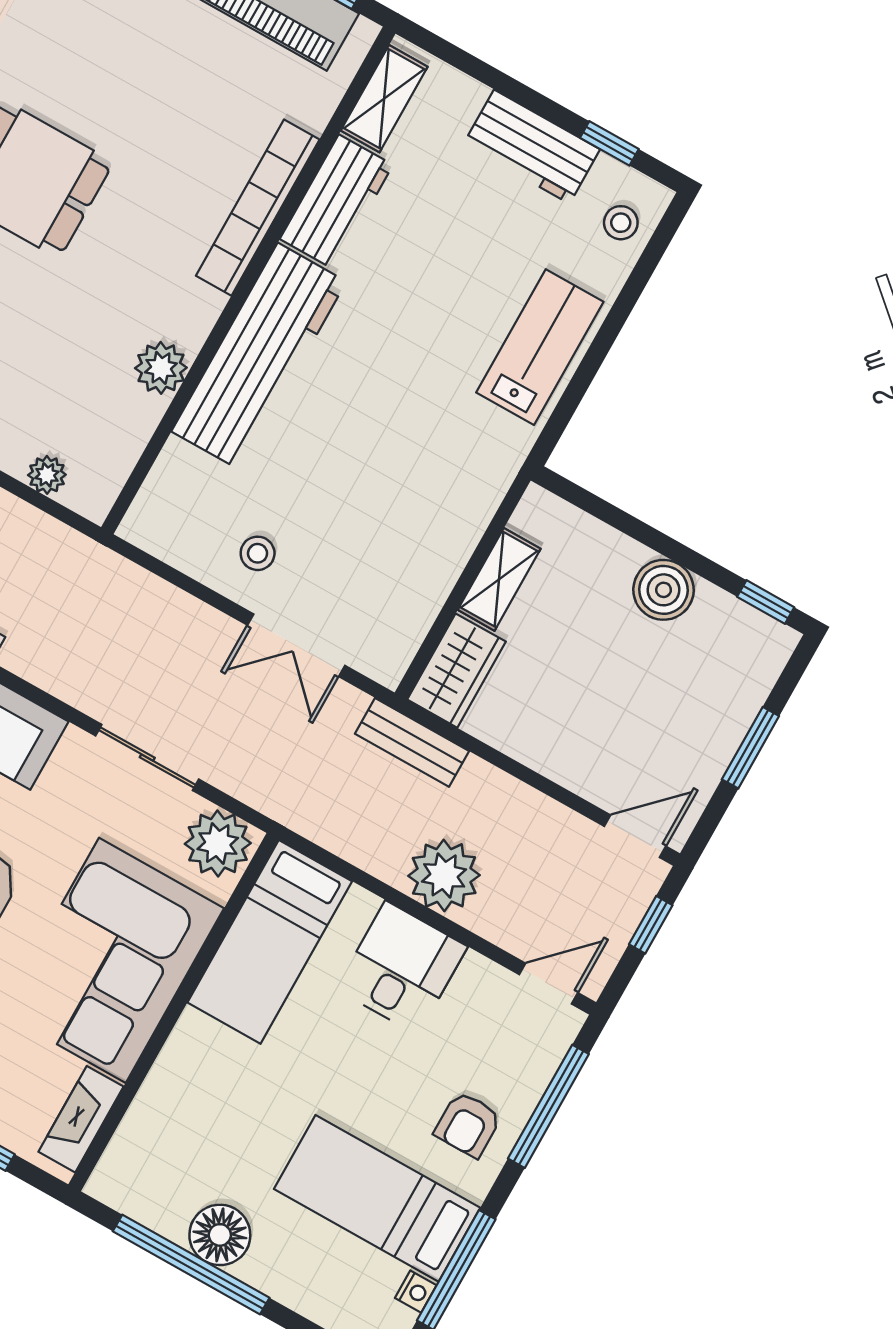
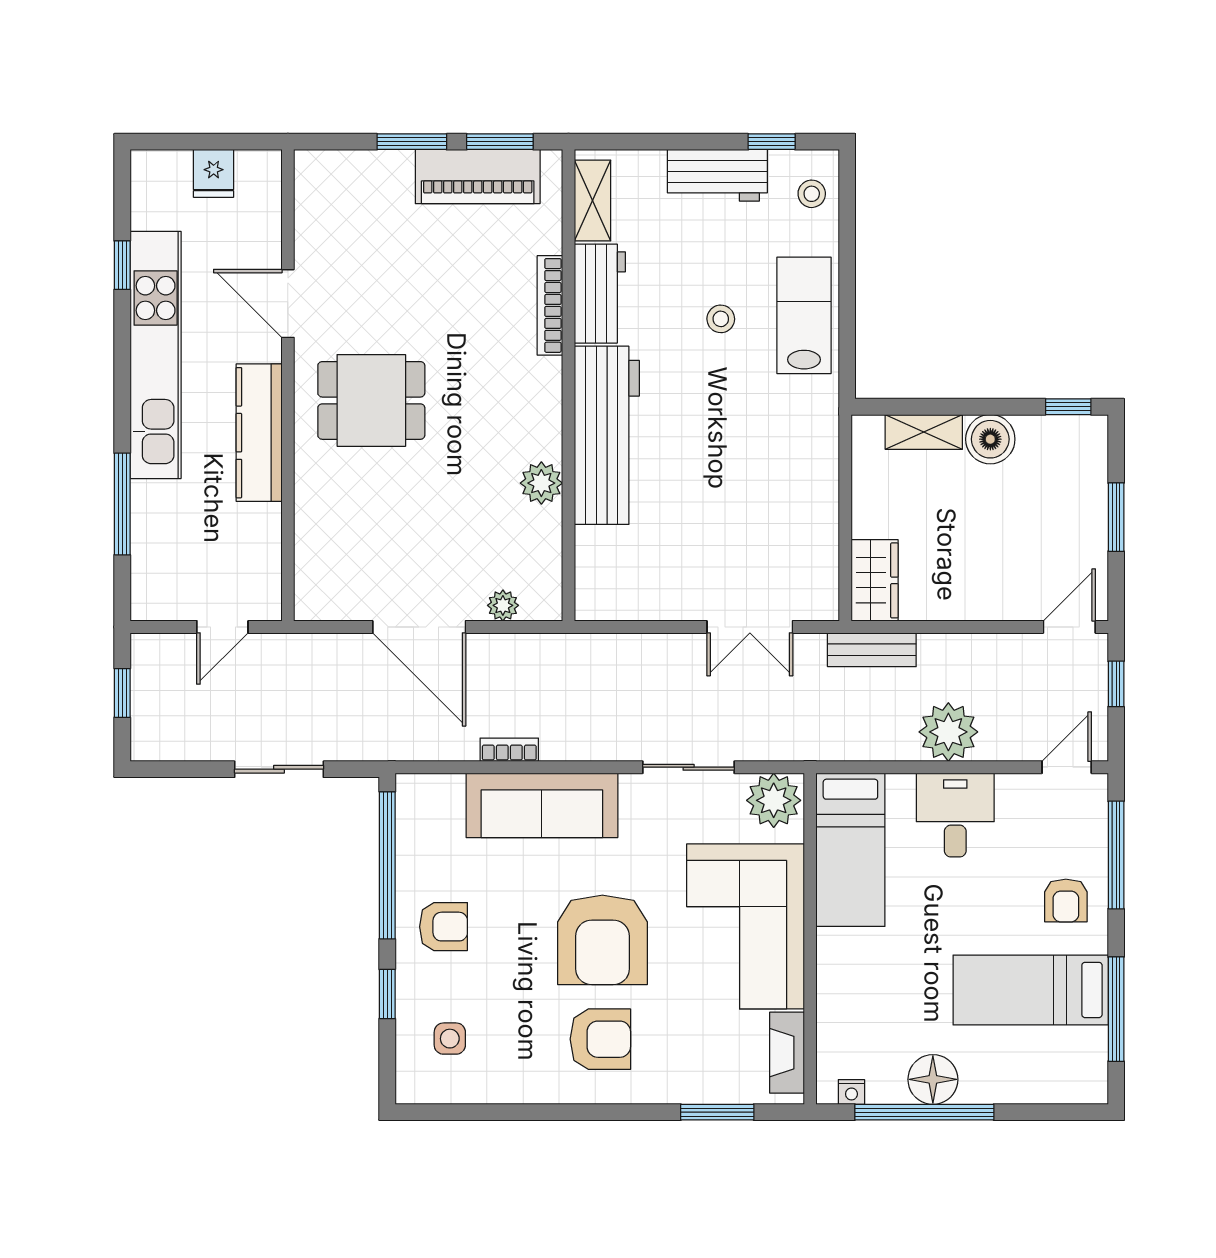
bookcase: (258, 208) -> (550, 305), width x0.68, depth x0.76
stool: (258, 553) -> (721, 319), moved
shelving: (499, 579) -> (924, 432), moved, turned 90
nightstand: (416, 1292) -> (851, 1092), moved, turned 90

